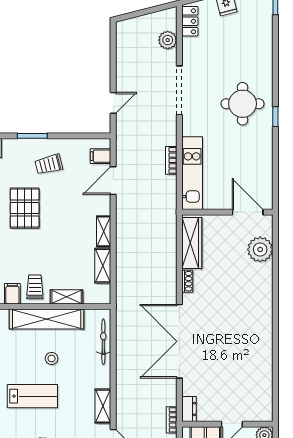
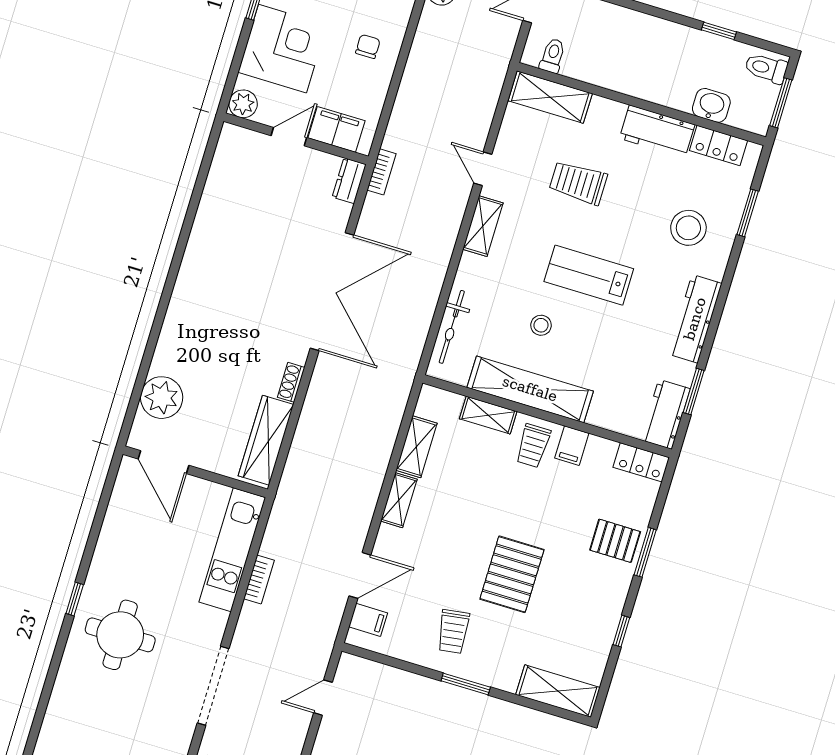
trolley: (49, 164) -> (453, 631), turned 96

